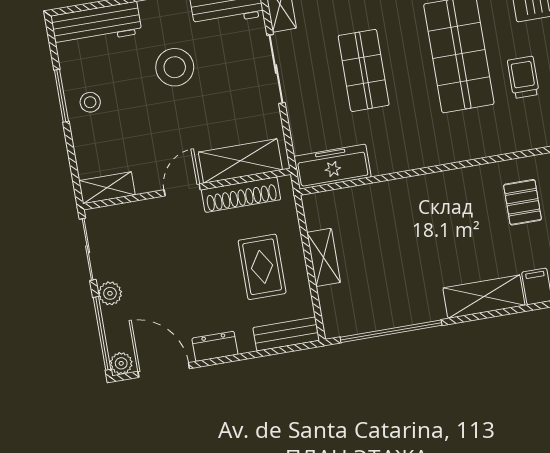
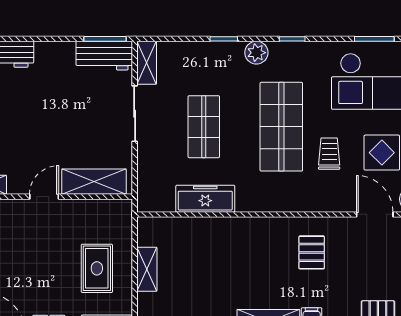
stool: (175, 67) -> (55, 99), removed
freezer: (333, 167) -> (205, 199), moved
shoe rack: (241, 195) -> (90, 208), removed

